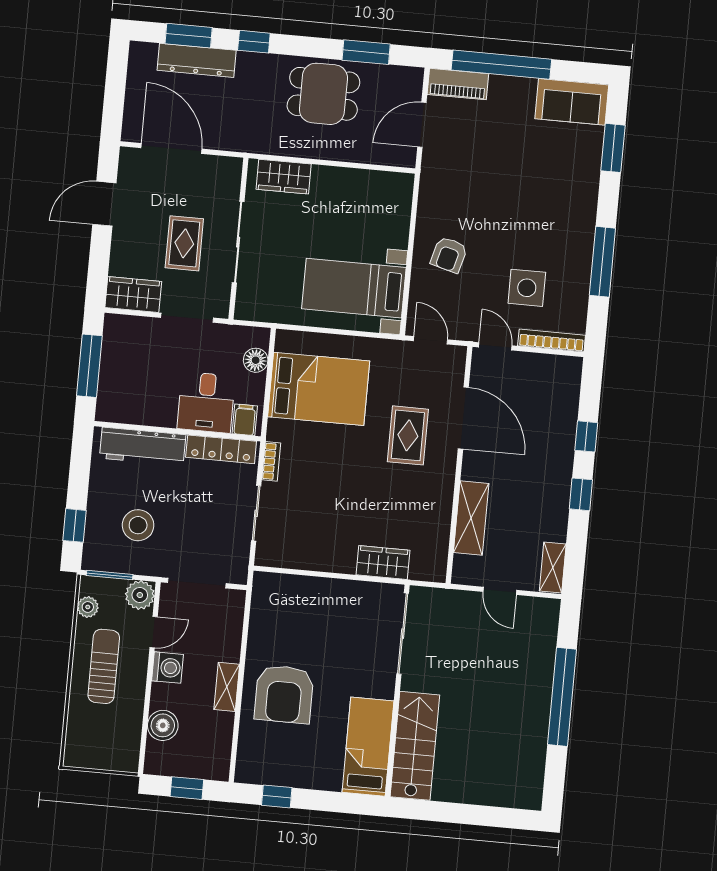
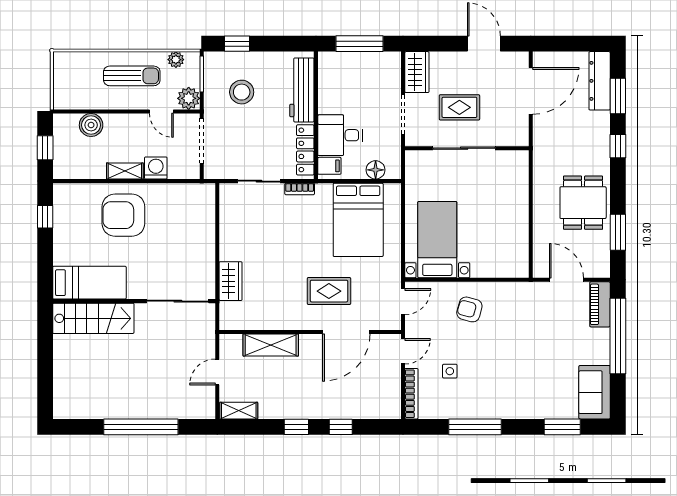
dresser: (197, 60) -> (600, 81), moved
wardrobe: (284, 177) -> (517, 178), removed
side table: (527, 288) -> (450, 371), width x0.54, depth x0.54
washing machine: (168, 668) -> (156, 168), moved, turned 180

